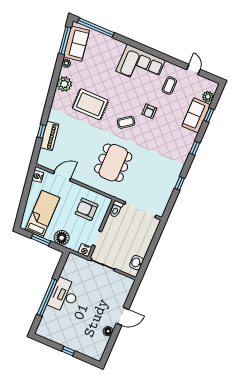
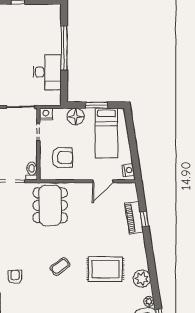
armchair: (149, 111) -> (15, 277), moved
dining table: (113, 163) -> (50, 205), moved
desk: (64, 295) -> (47, 72), moved

